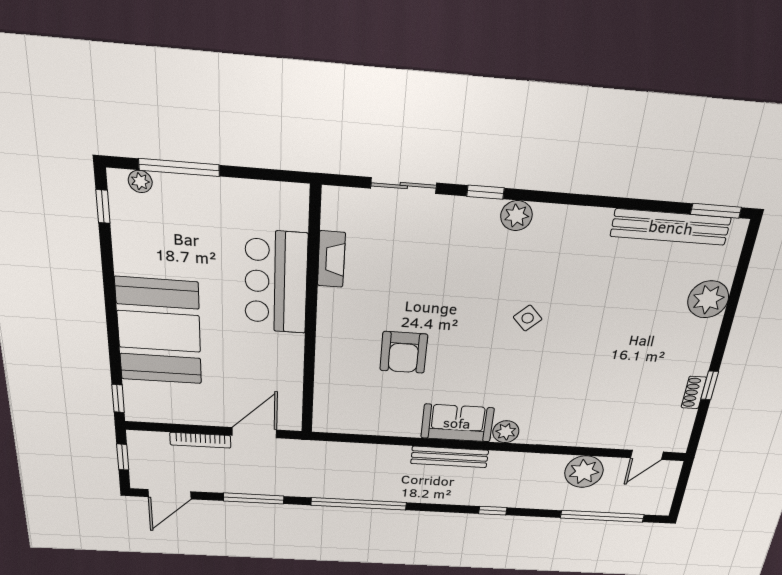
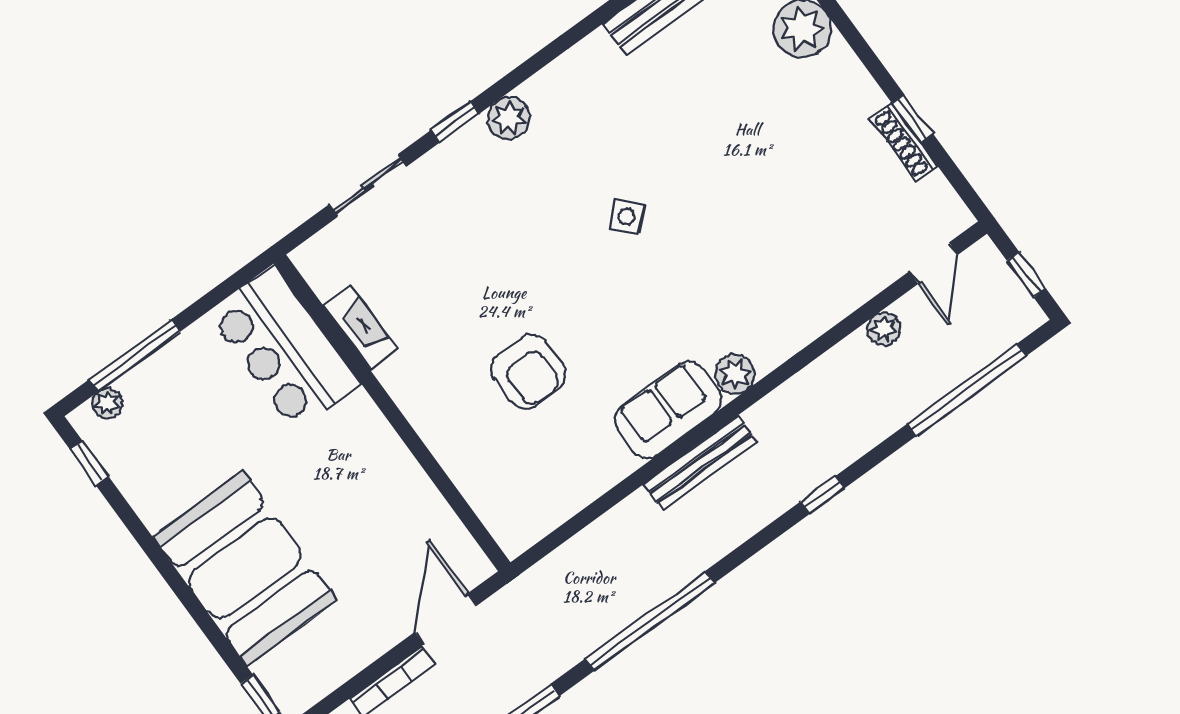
bar counter: (276, 282) -> (284, 348), moved
shoe rack: (694, 393) -> (904, 142), width x1.43
plant: (584, 472) -> (884, 329), width x0.53, depth x0.53
window: (680, 491) -> (1026, 275), added

